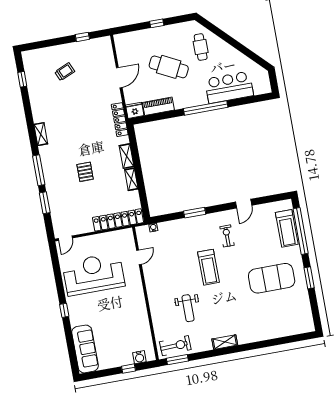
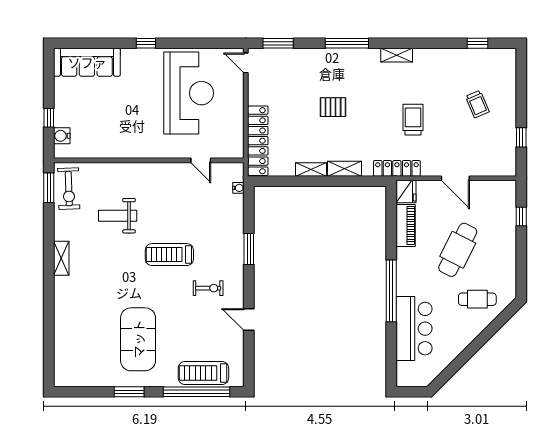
window: (157, 23) -> (521, 217), moved
trolley: (84, 115) -> (413, 120), added
window: (45, 203) -> (278, 43), moved

